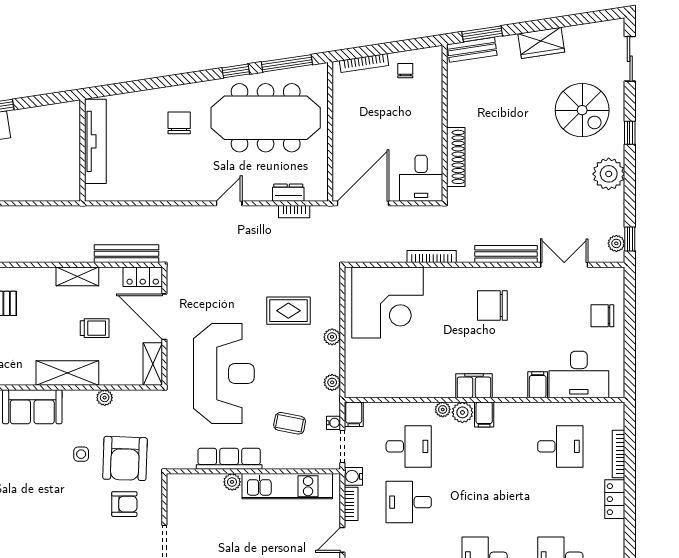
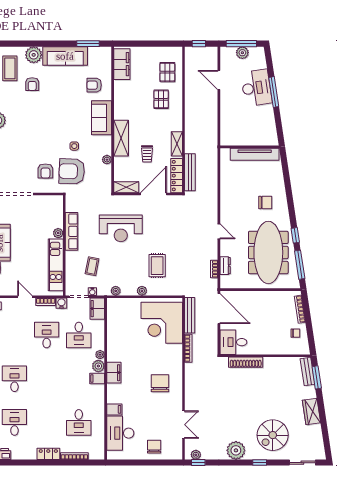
bench: (506, 254) -> (190, 315), moved
locker: (143, 277) -> (177, 176), width x1.53
reception desk: (224, 373) -> (121, 228), width x0.74, depth x0.77
filing cabinet: (354, 414) -> (97, 309), width x2.00

